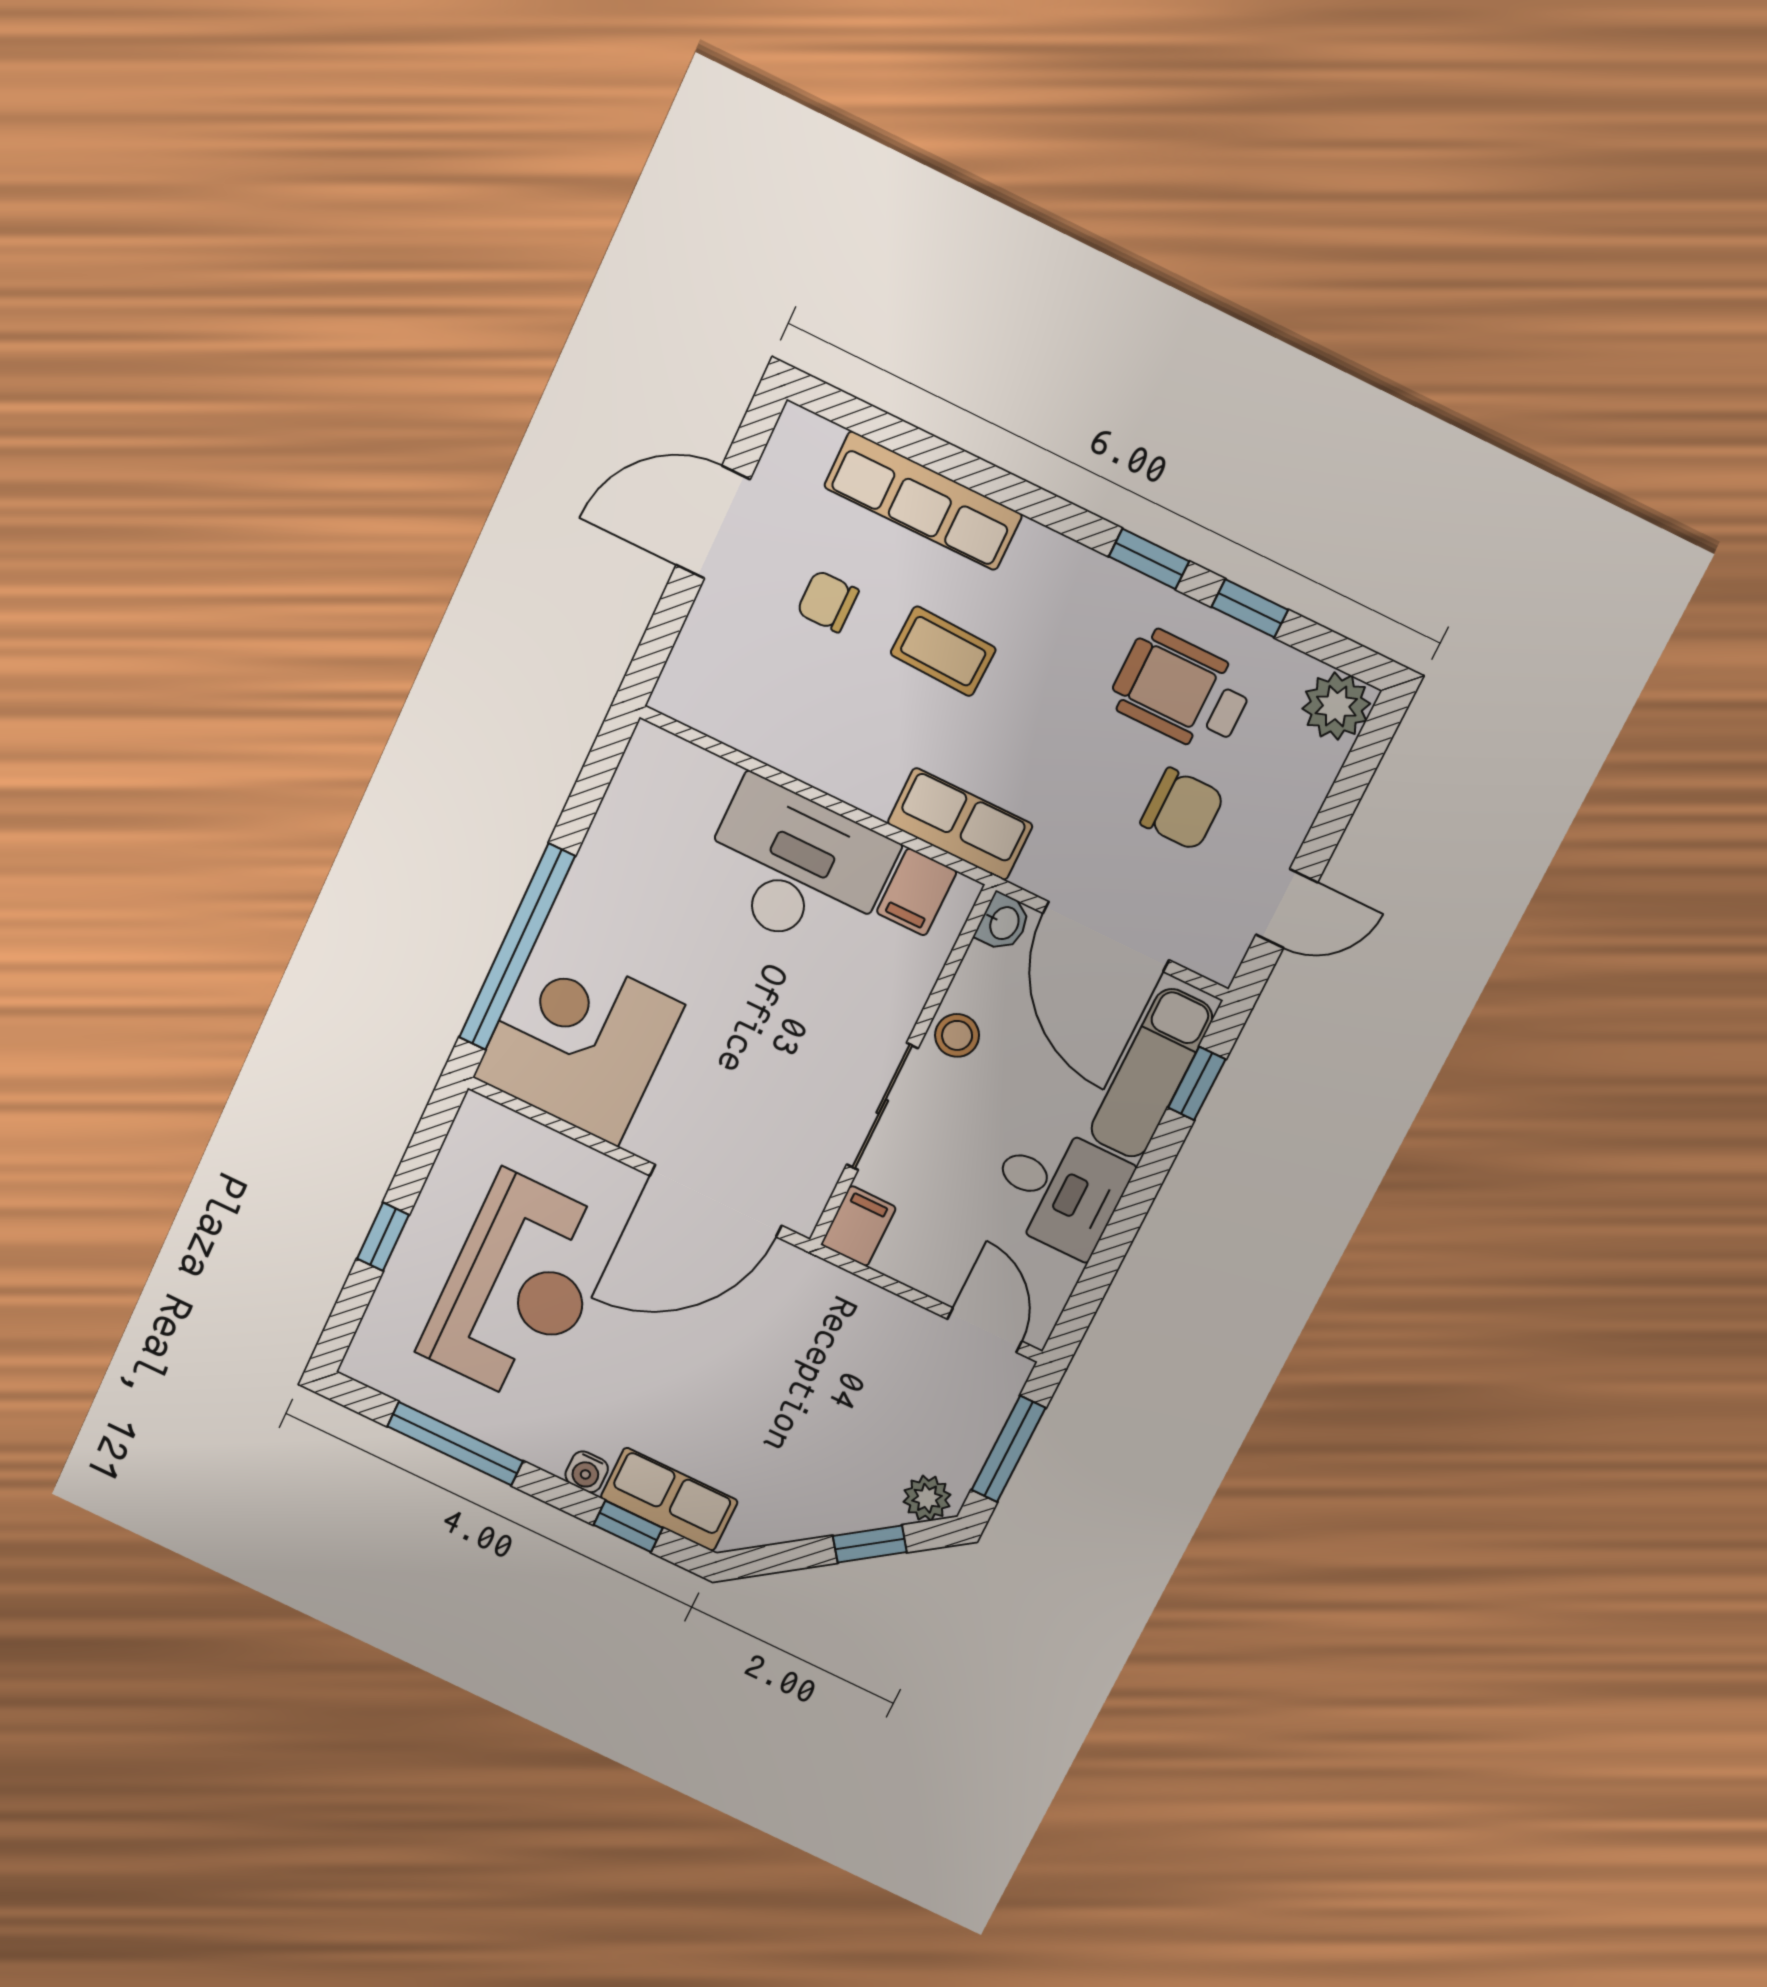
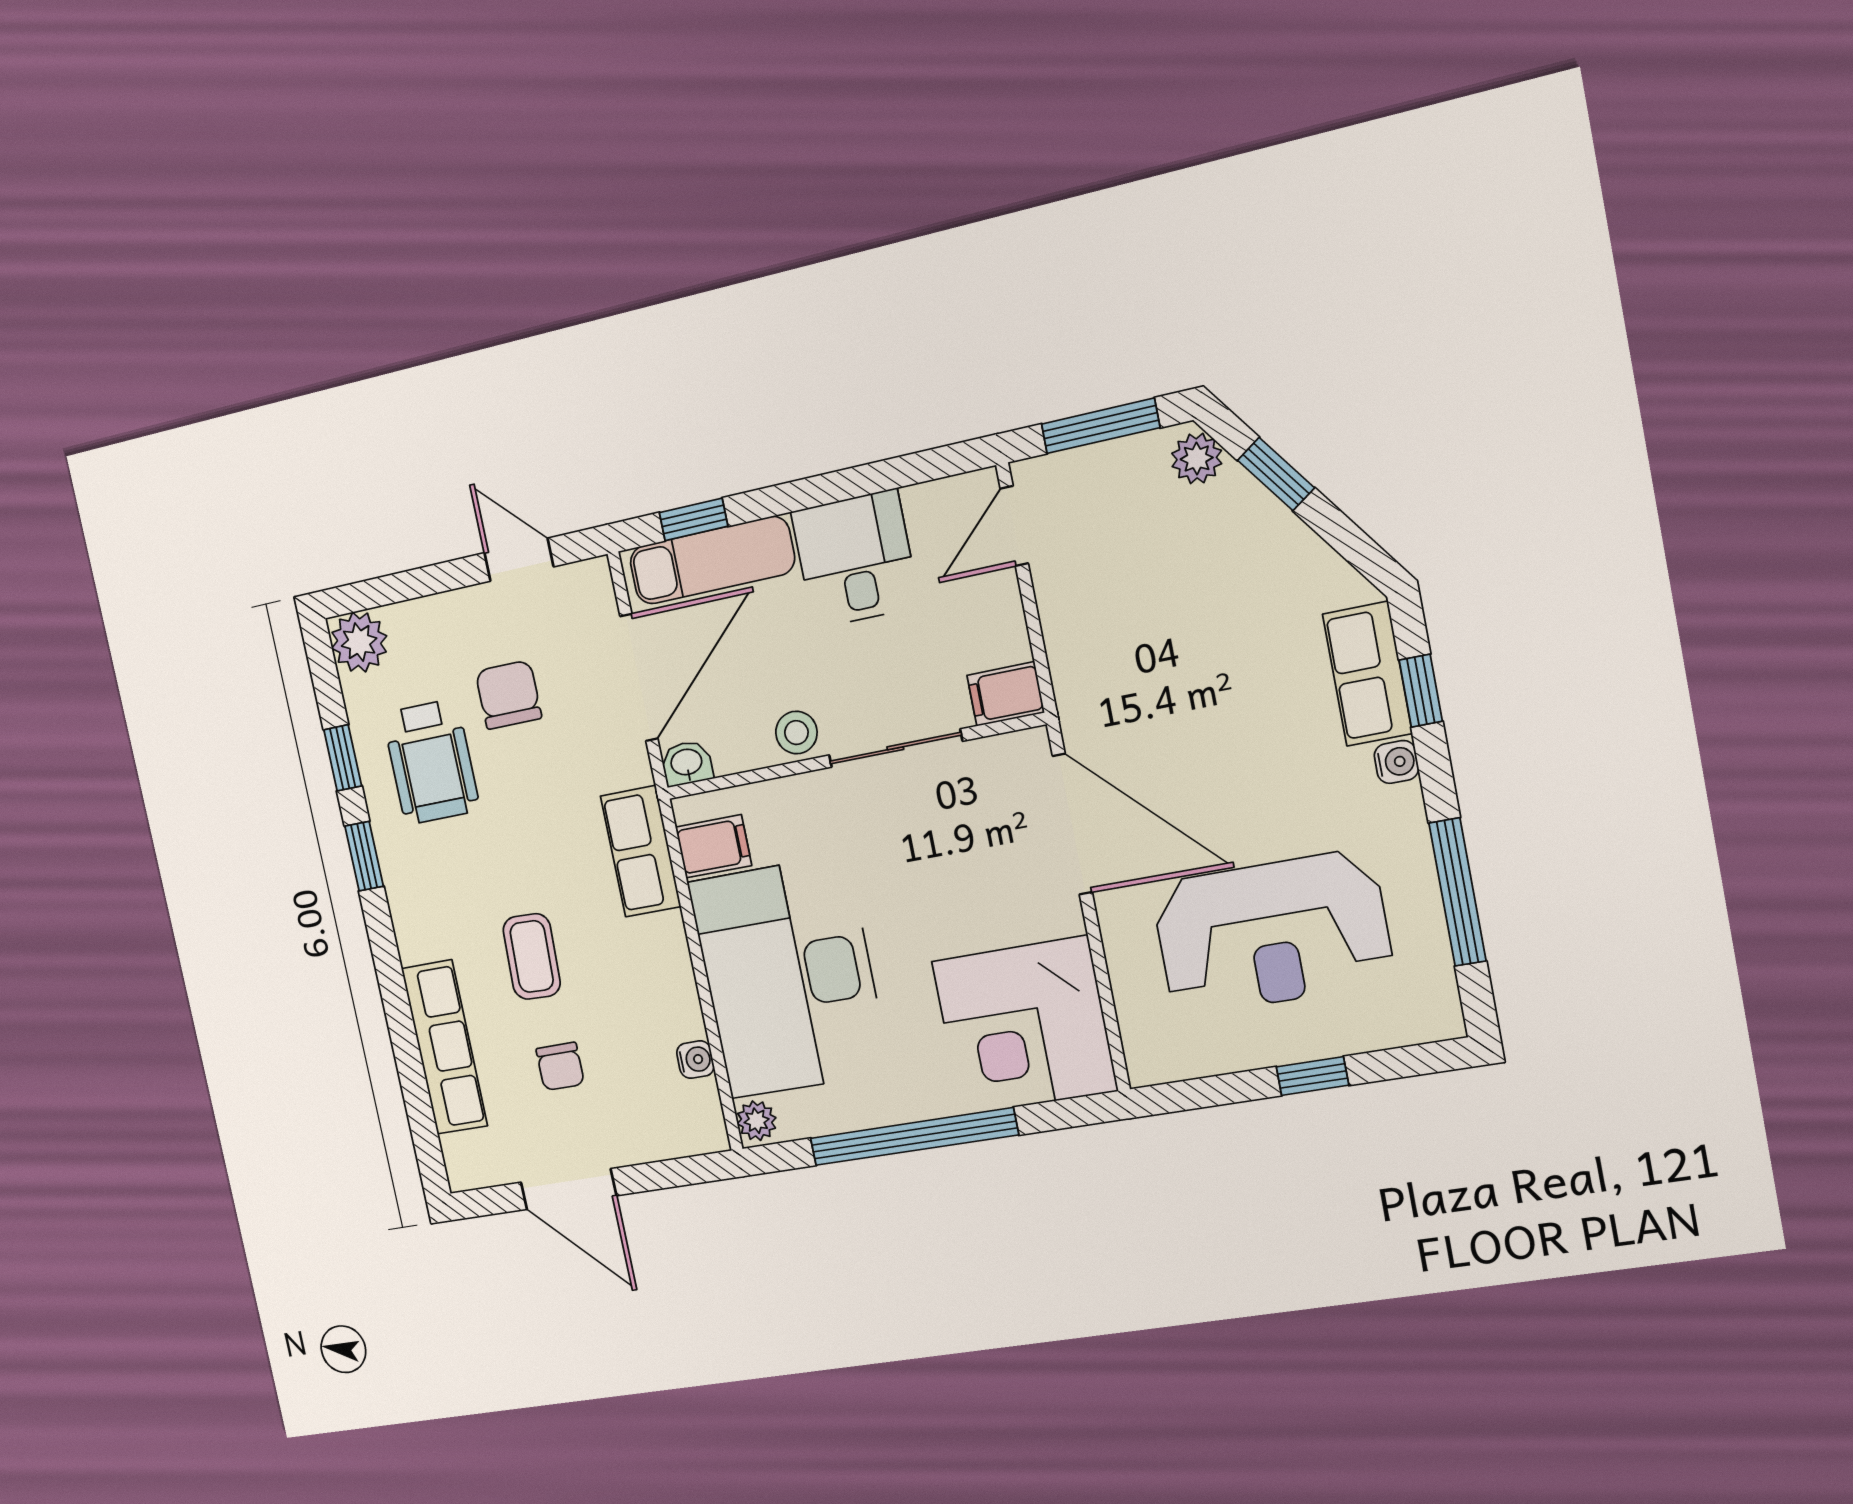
water cooler: (746, 734) -> (695, 1060), added
plant: (655, 749) -> (757, 1121), added
desk: (796, 868) -> (789, 977), width x1.36, depth x1.30
window: (517, 947) -> (914, 1137), moved
reception desk: (519, 1288) -> (1272, 933), turned 180

